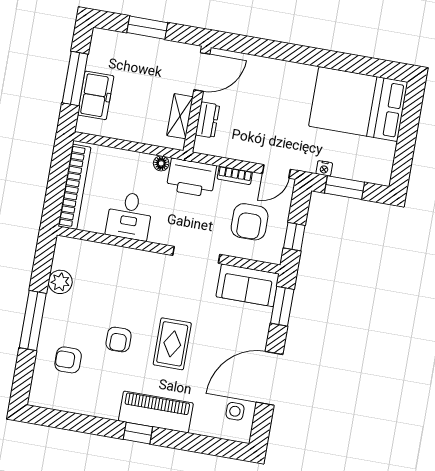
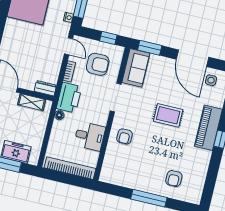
dresser: (207, 120) -> (45, 88), moved
plant: (60, 282) -> (127, 180), removed
armchair: (119, 339) -> (125, 136), moved, turned 90

